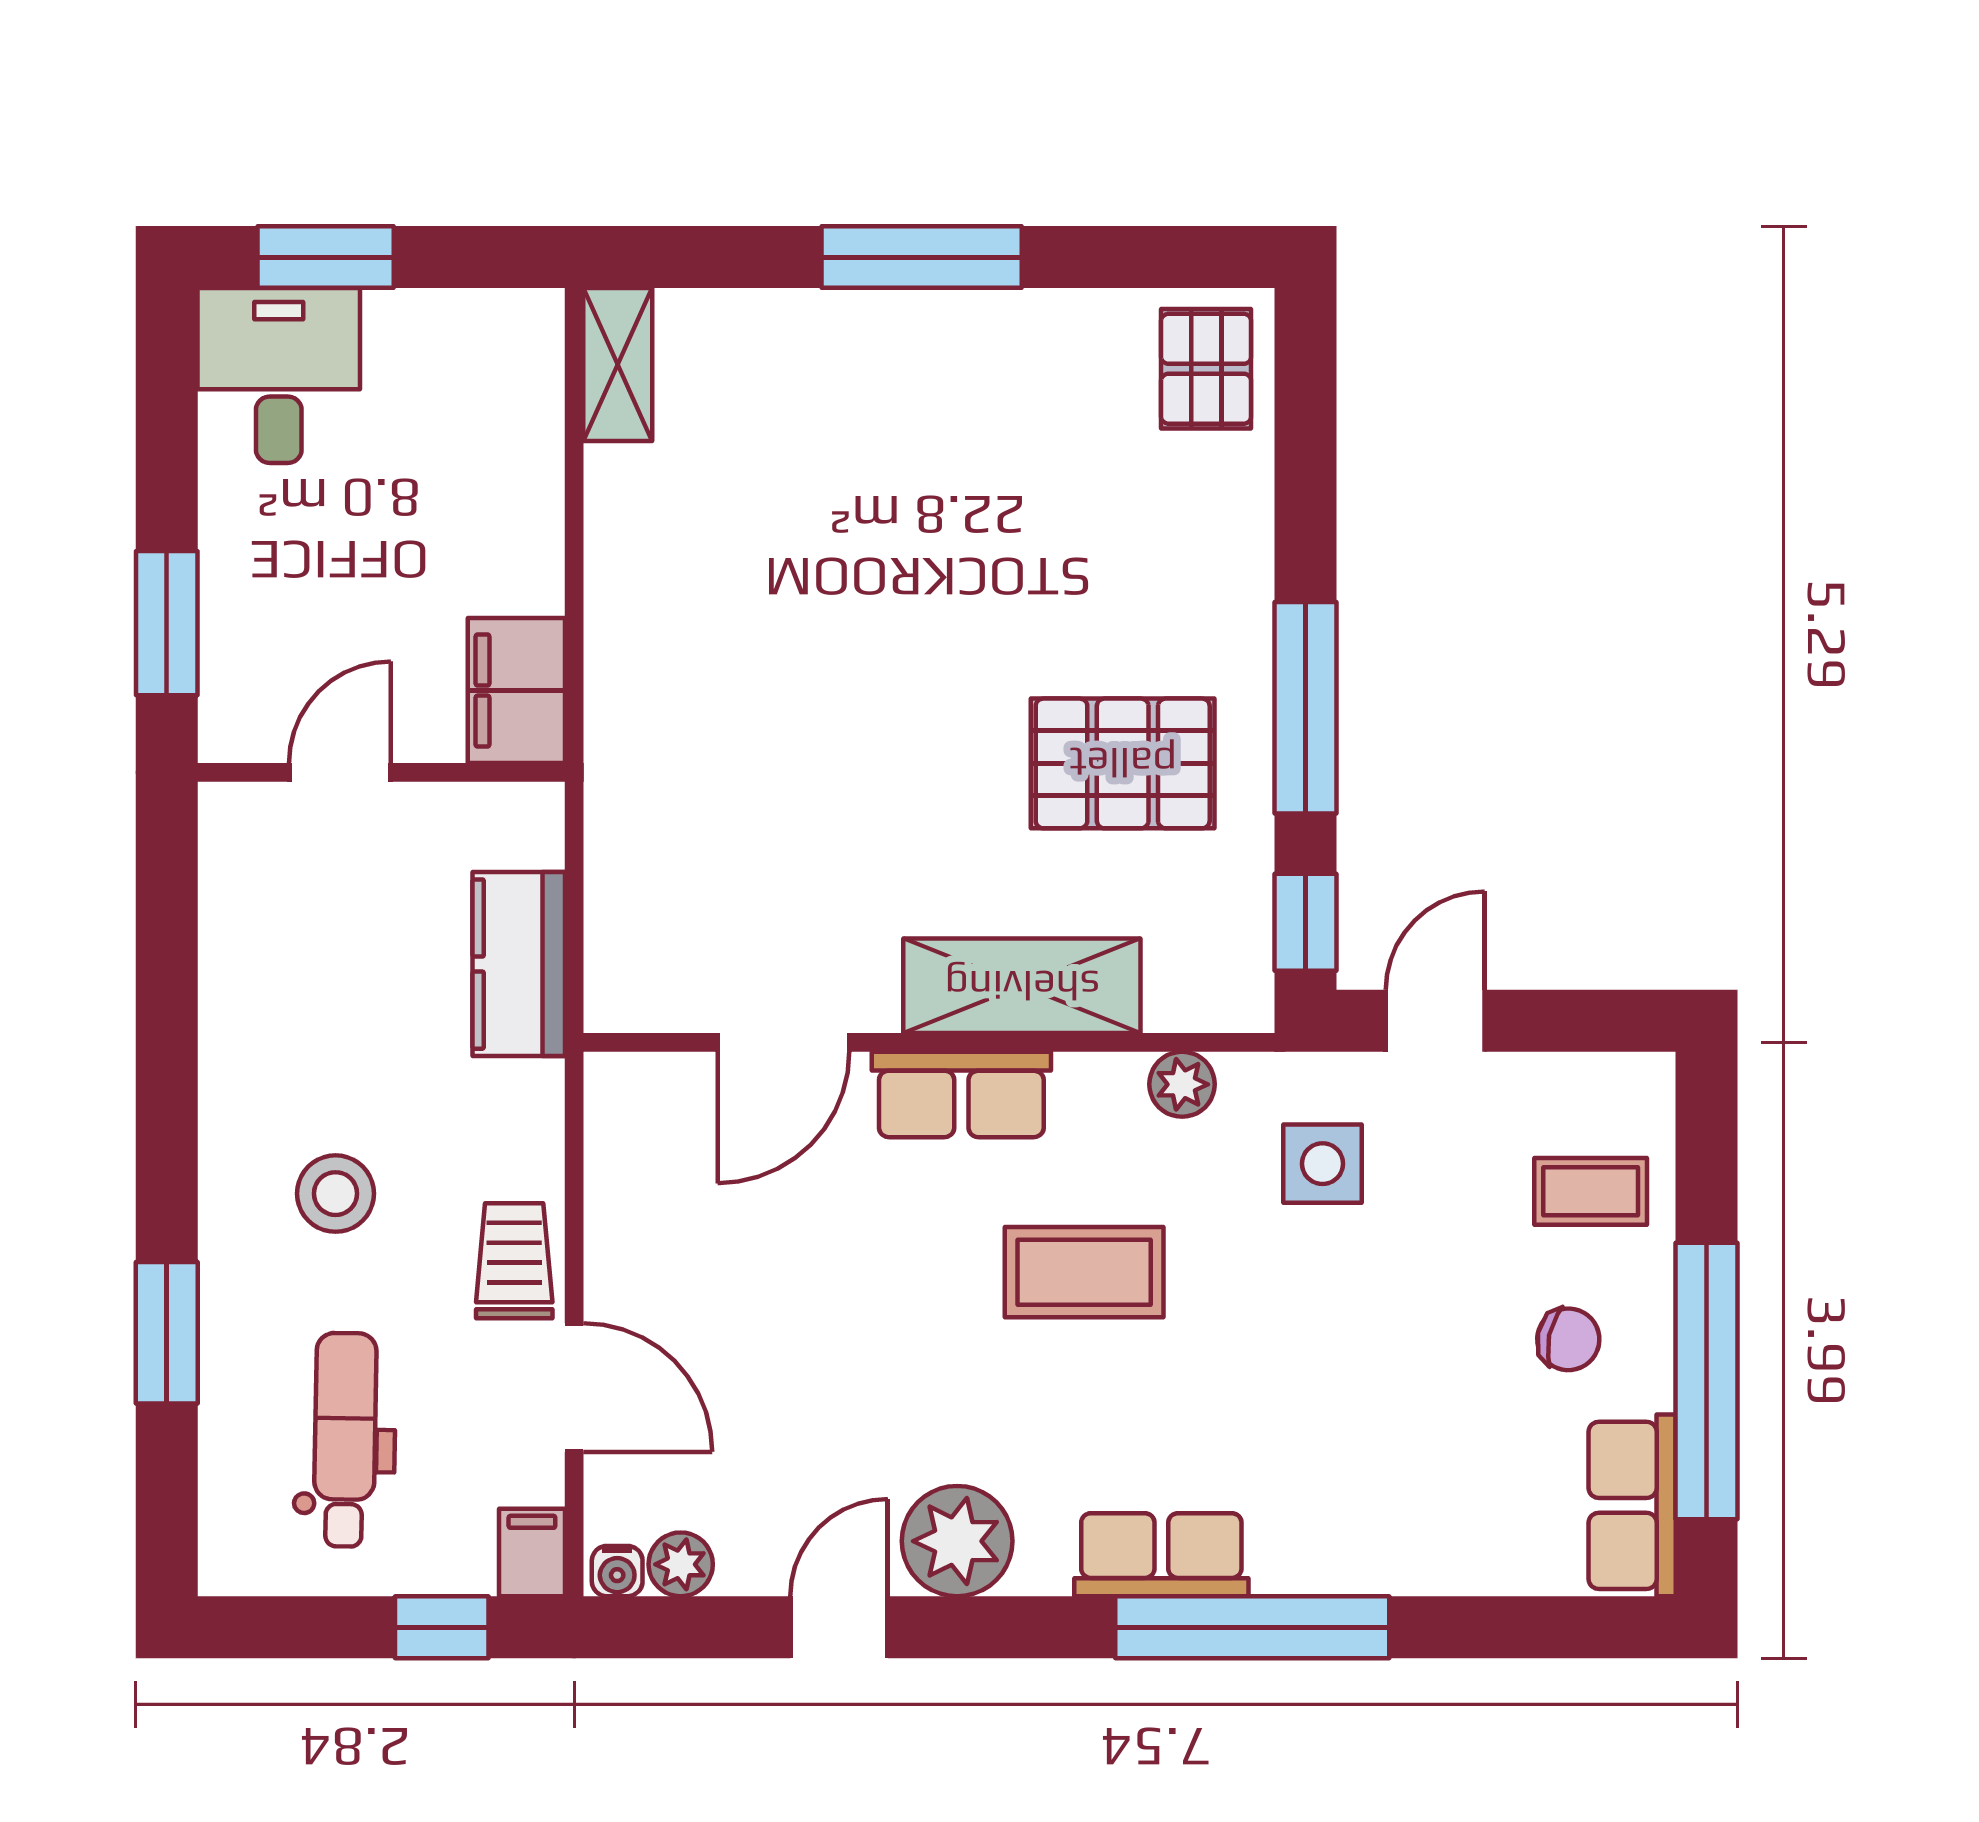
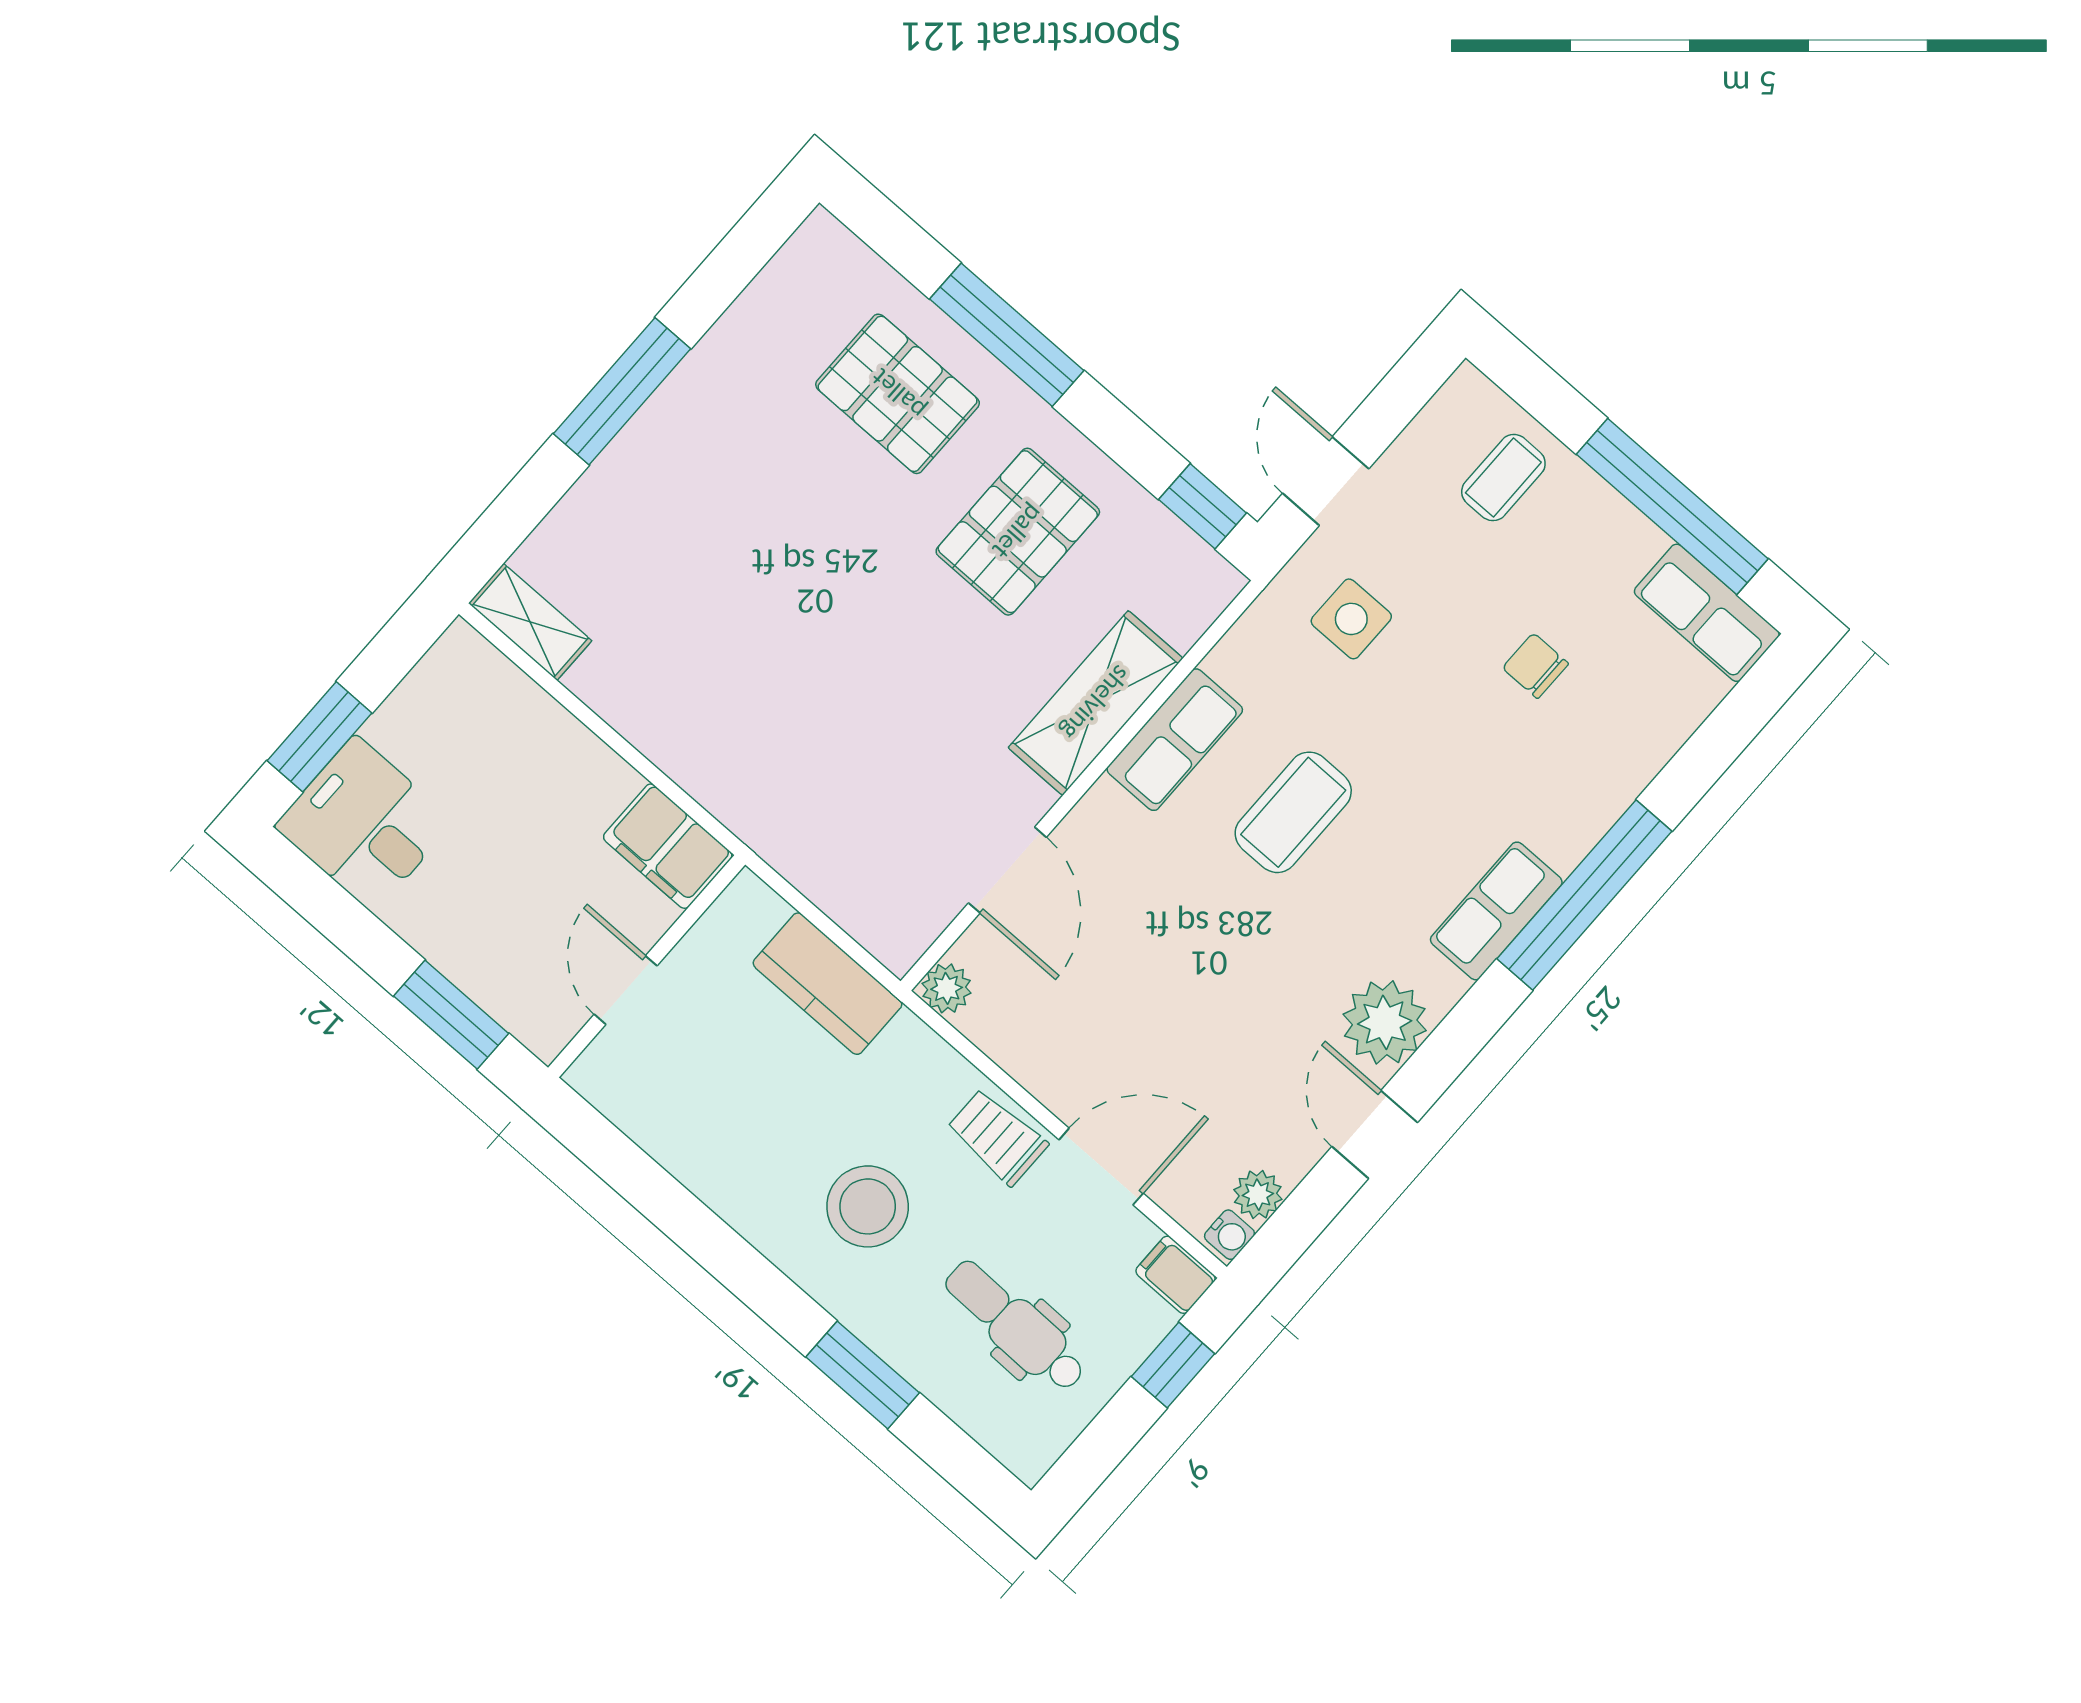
pallet: (1206, 369) -> (898, 394), moved, width x1.50, depth x1.42
window: (1305, 708) -> (1007, 335), moved
plant: (1182, 1084) -> (947, 988), moved
row of seats: (961, 1094) -> (1175, 740), moved
stool: (336, 1194) -> (868, 1206), width x1.38, depth x1.38
chair: (1568, 1339) -> (1535, 666), moved, turned -102

